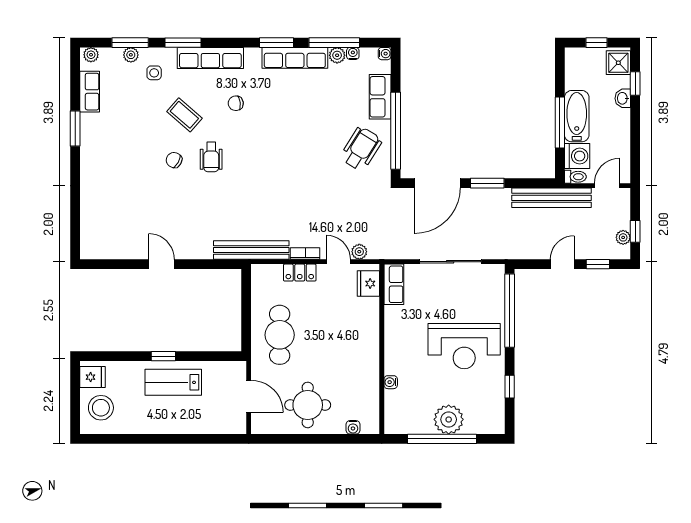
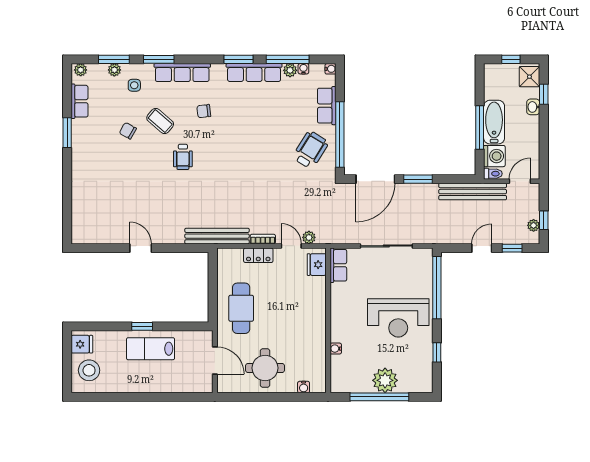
chair: (174, 160) -> (128, 131), moved

